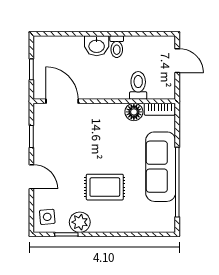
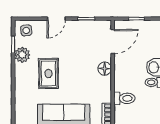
floor lamp: (134, 112) -> (105, 69), moved

